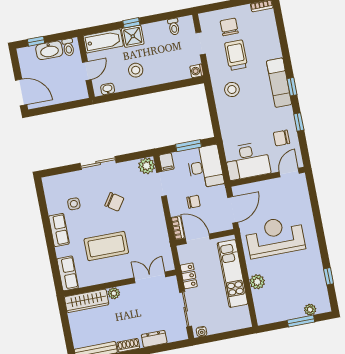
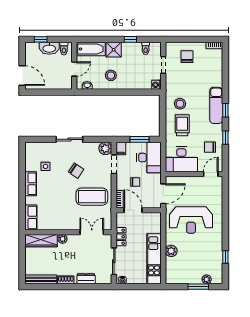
window: (131, 23) -> (130, 39), moved
trolley: (236, 55) -> (182, 125), moved
reception desk: (275, 237) -> (191, 220), turned 180
coffee table: (106, 246) -> (92, 197), moved
kitchen unit: (232, 273) -> (154, 259), moved

